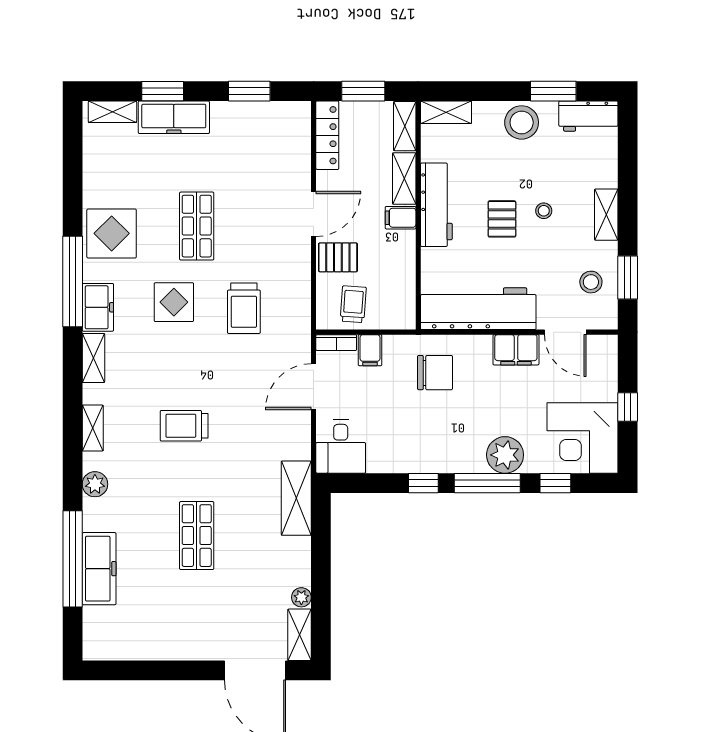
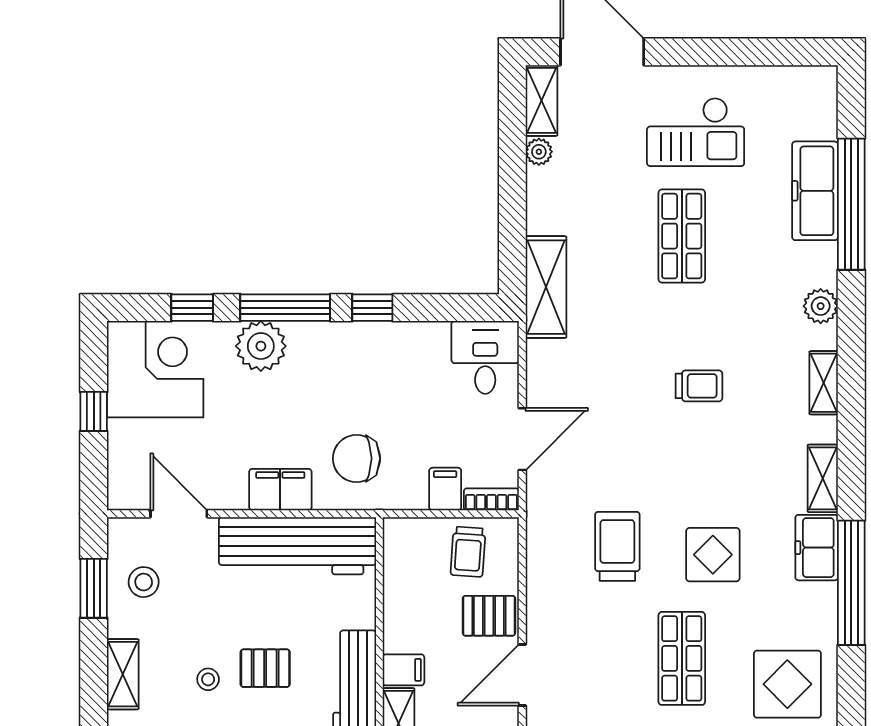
pallet: (502, 219) -> (265, 668), turned 90
display table: (112, 233) -> (787, 684), moved
filing cabinet: (516, 350) -> (280, 490), moved
trolley: (184, 426) -> (699, 386), width x0.73, depth x0.72
checkout: (187, 612) -> (696, 132), added

